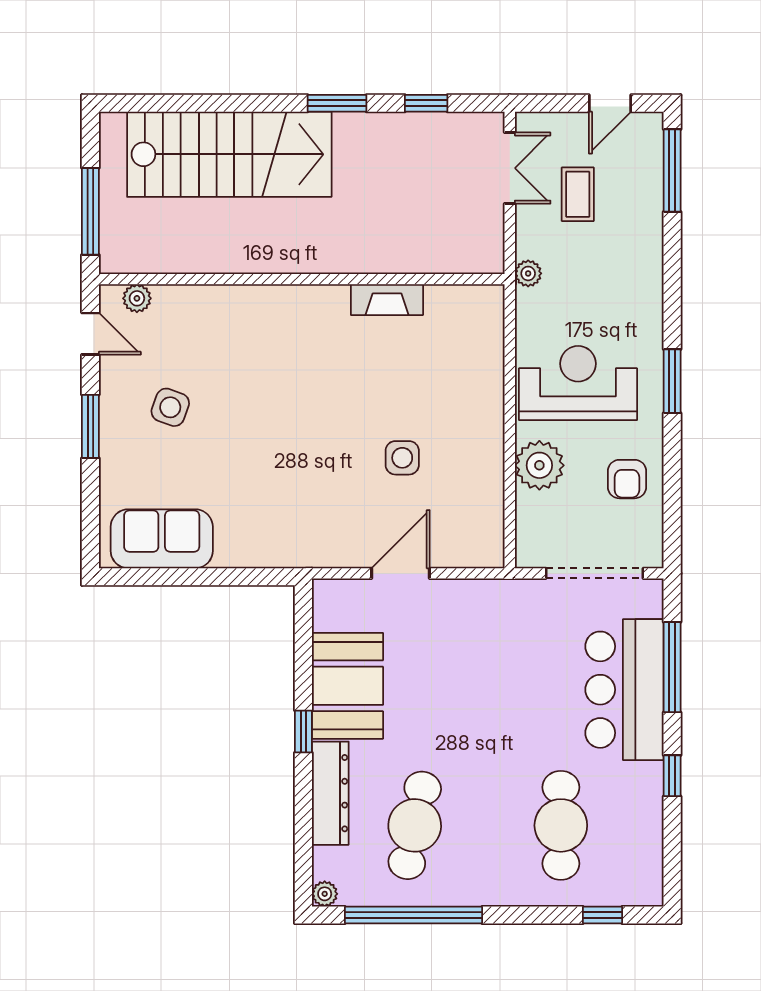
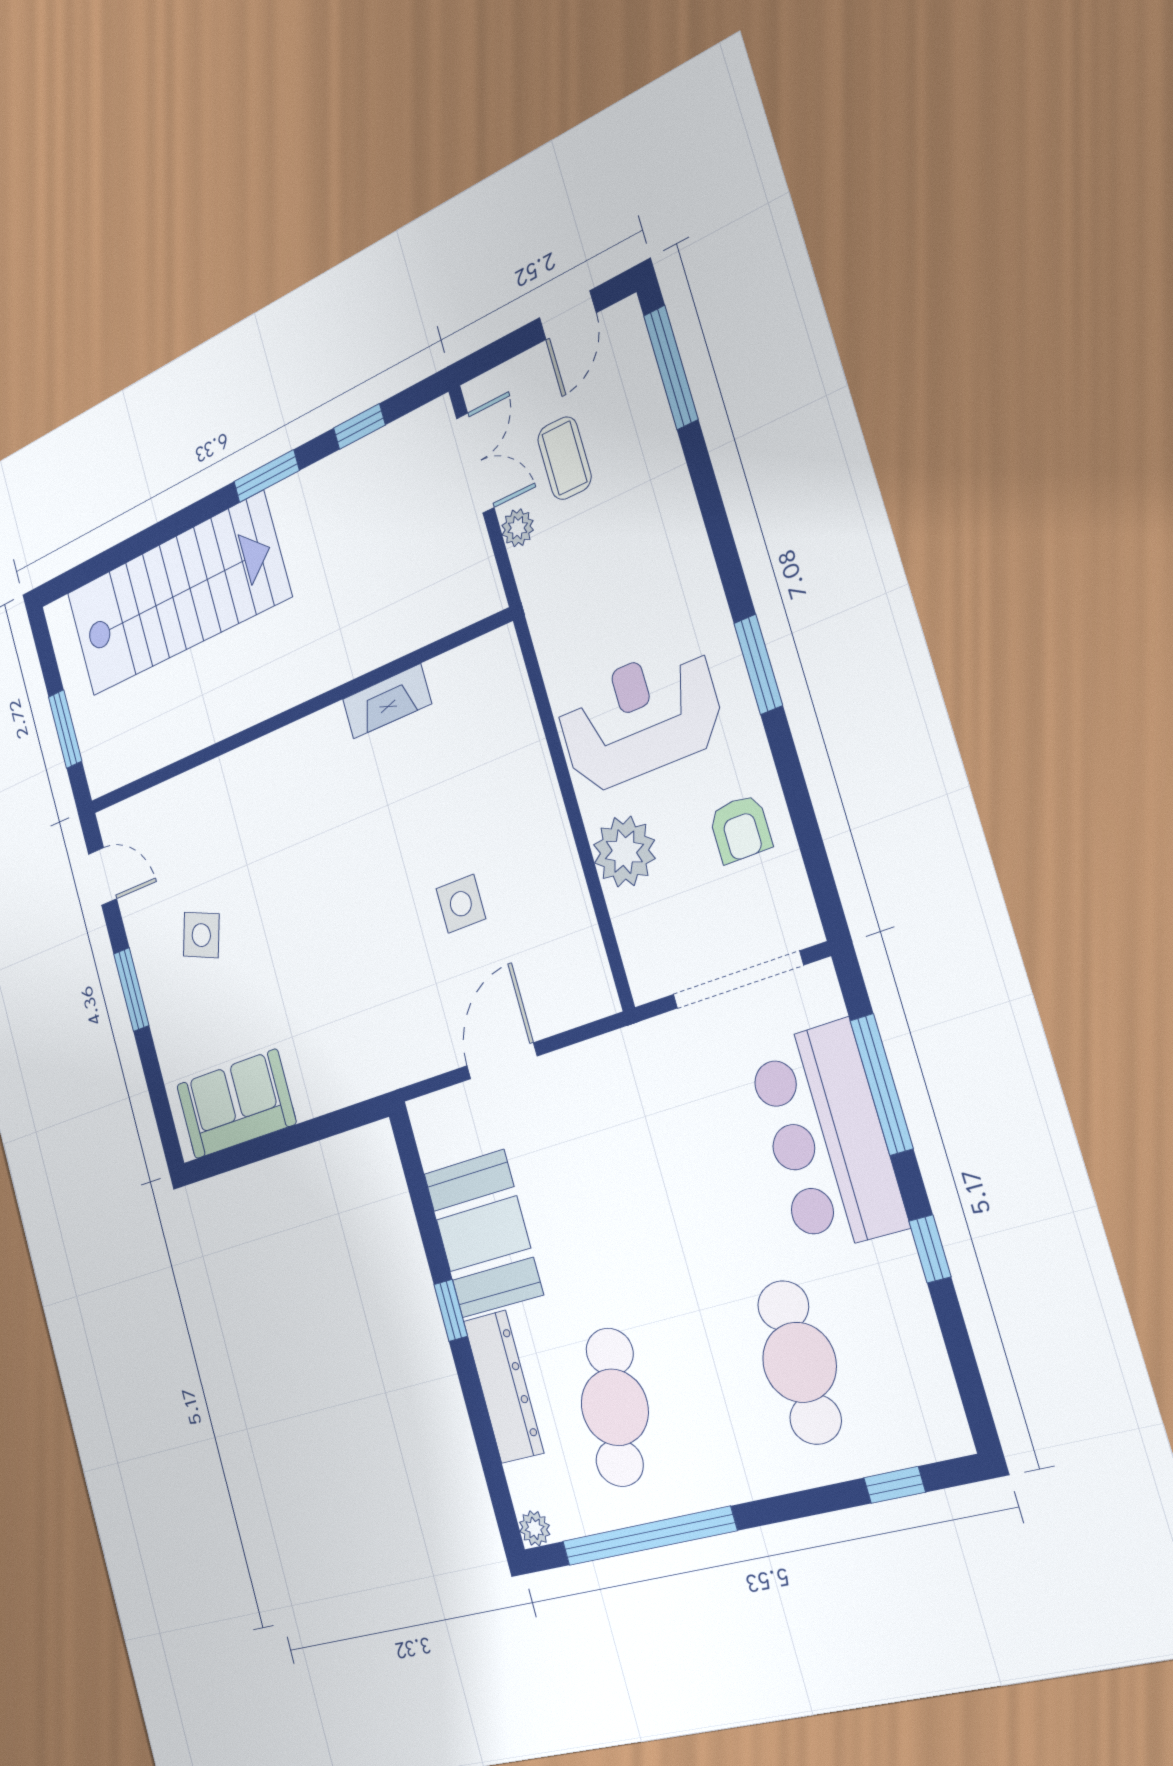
window: (90, 211) -> (65, 729), width x0.69
plant: (528, 273) -> (518, 528), moved
plant: (137, 298) -> (135, 814), removed

